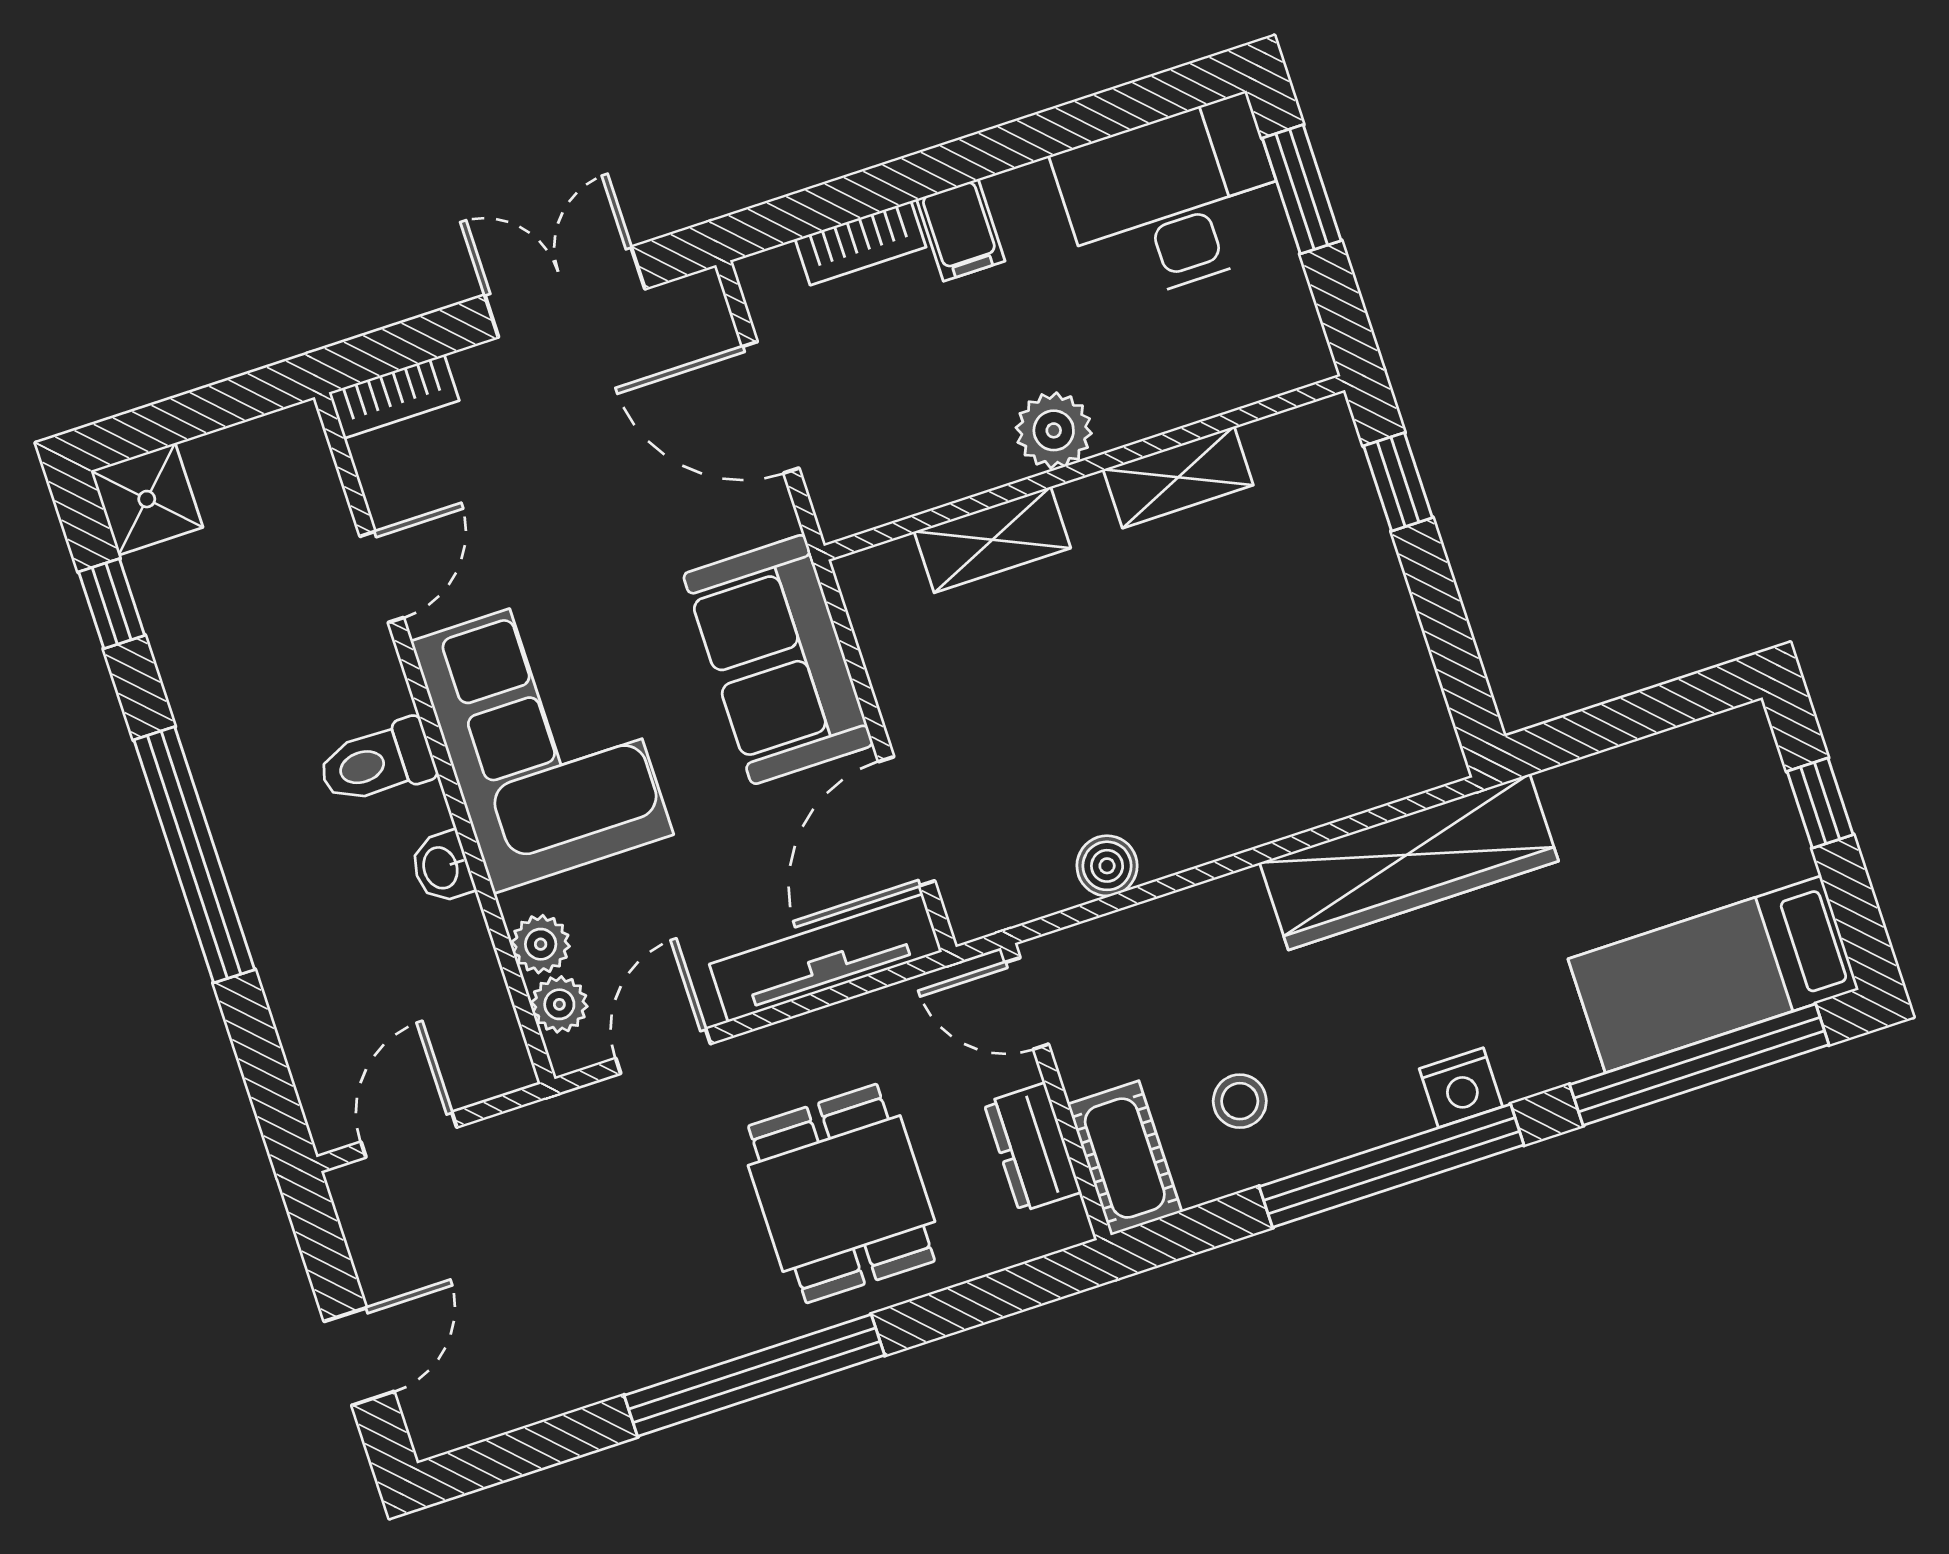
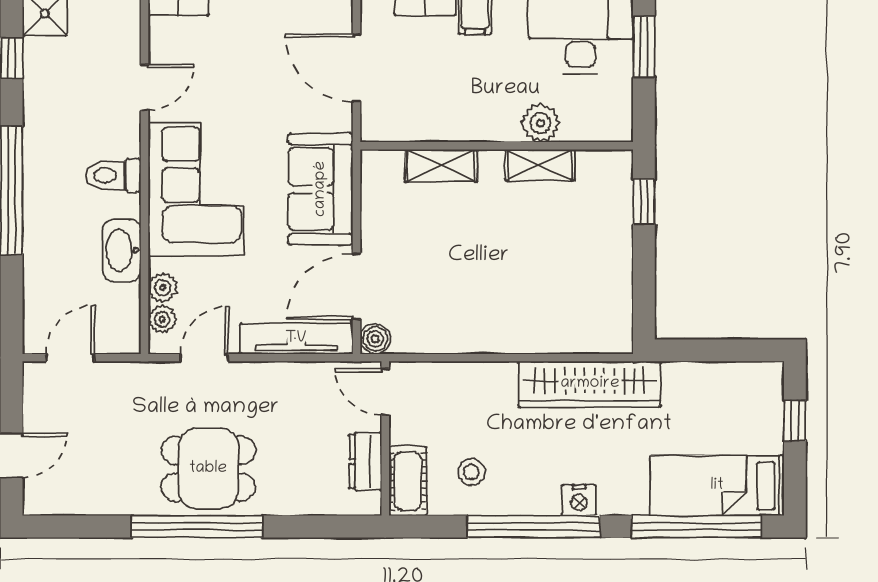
plant: (1054, 430) -> (540, 123), moved
boiler: (1107, 866) -> (375, 339), moved
washbasin: (442, 867) -> (122, 250), width x1.91, depth x1.45
dining table: (841, 1194) -> (208, 469), moved, turned 90

